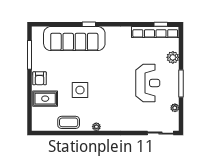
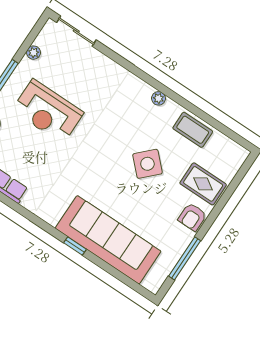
armchair: (40, 78) -> (192, 217), turned 180
reception desk: (148, 83) -> (48, 111), turned -90
side table: (80, 90) -> (147, 164), turned 45

